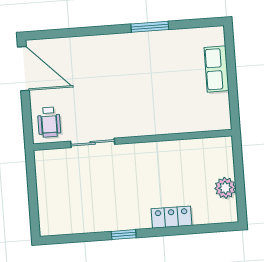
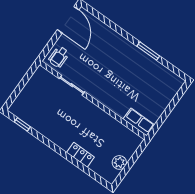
row of seats: (217, 69) -> (139, 122), moved, turned 90
window: (124, 235) -> (22, 124), moved

